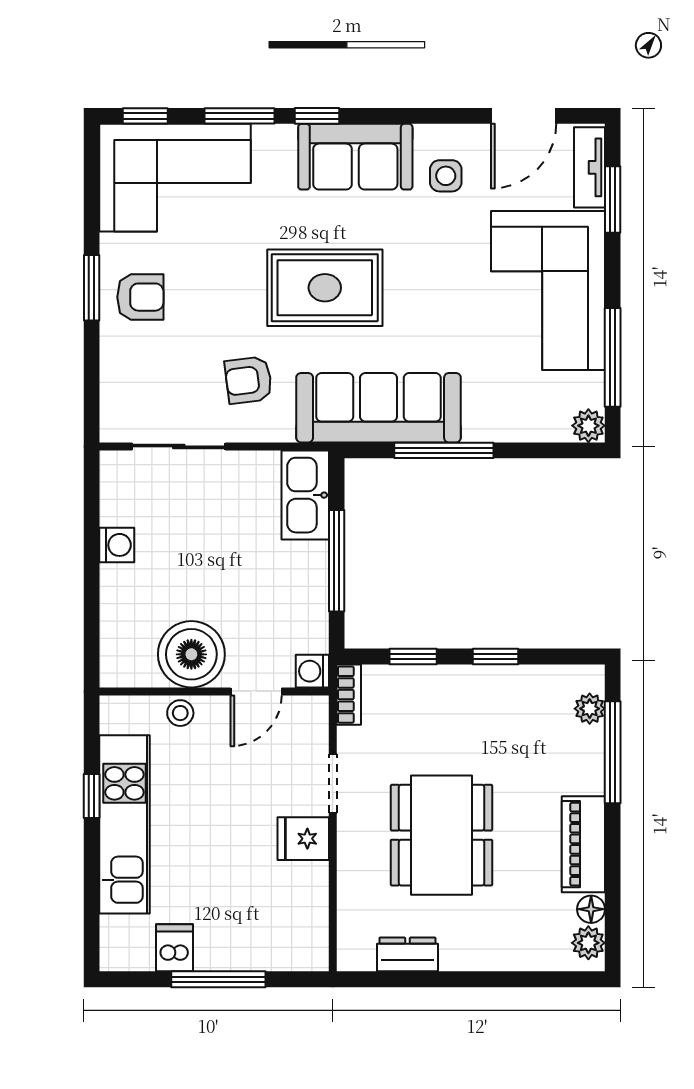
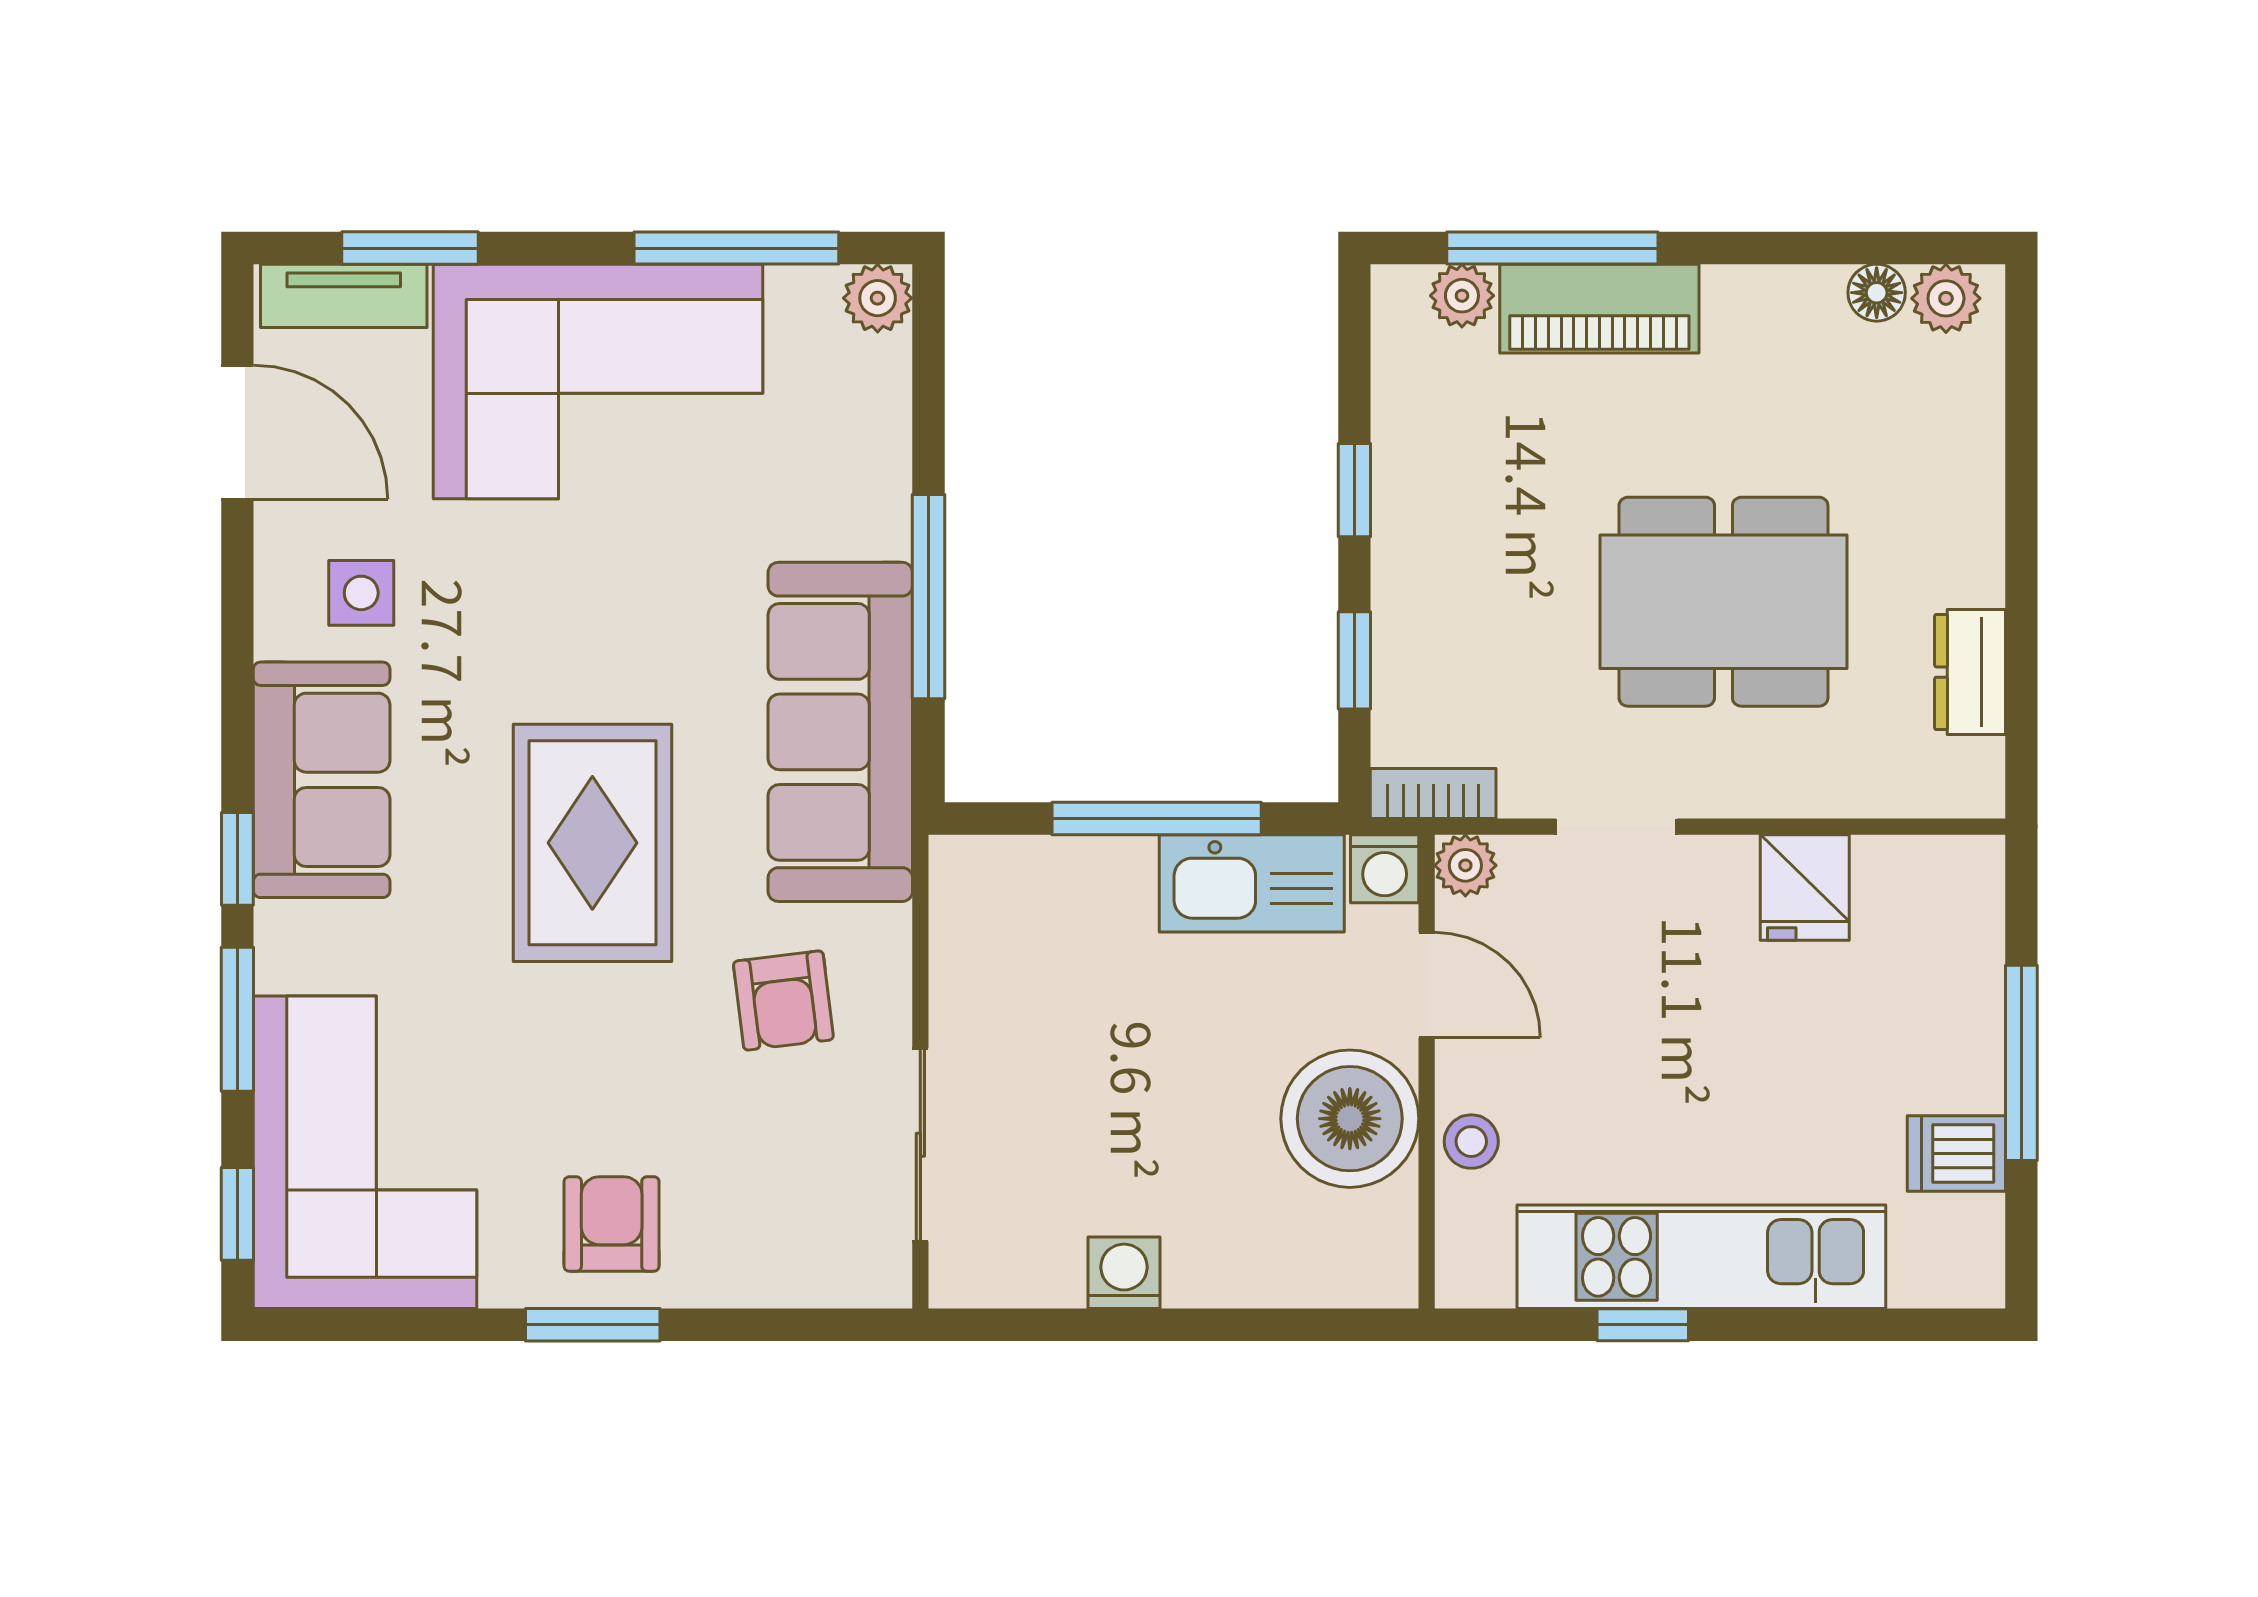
kitchen sink: (305, 495) -> (1252, 883), moved
plant: (314, 710) -> (1465, 865), added
fridge: (303, 839) -> (1805, 888), moved
piano: (583, 844) -> (1599, 309), moved

